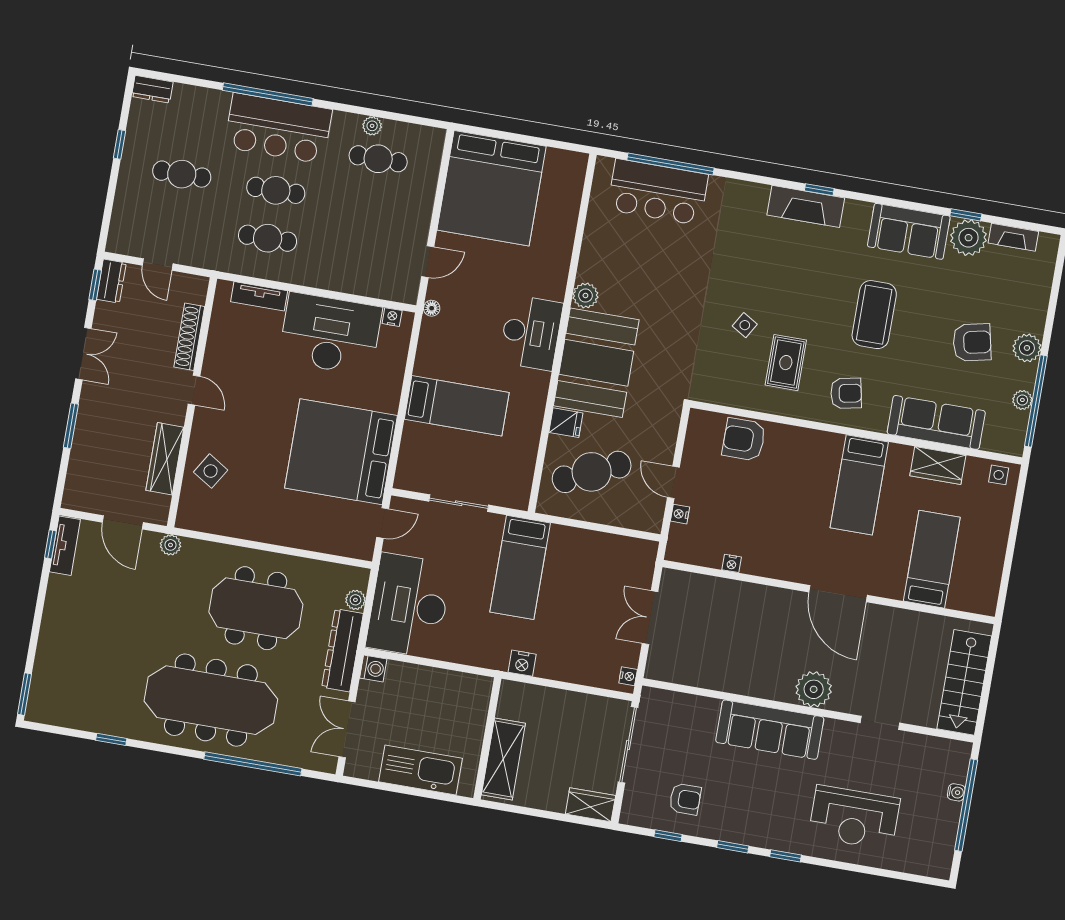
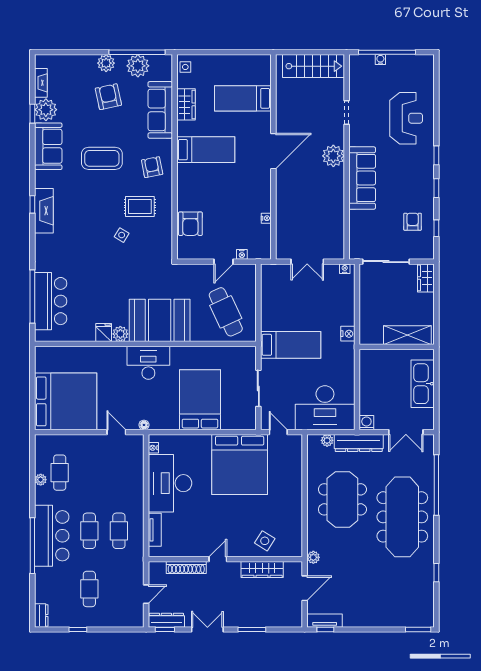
dresser: (111, 281) -> (166, 620), width x1.44
plant: (1022, 400) -> (138, 66), width x1.88, depth x1.88
bed: (457, 406) -> (200, 400), width x1.50
fridge: (566, 423) -> (104, 332), moved

